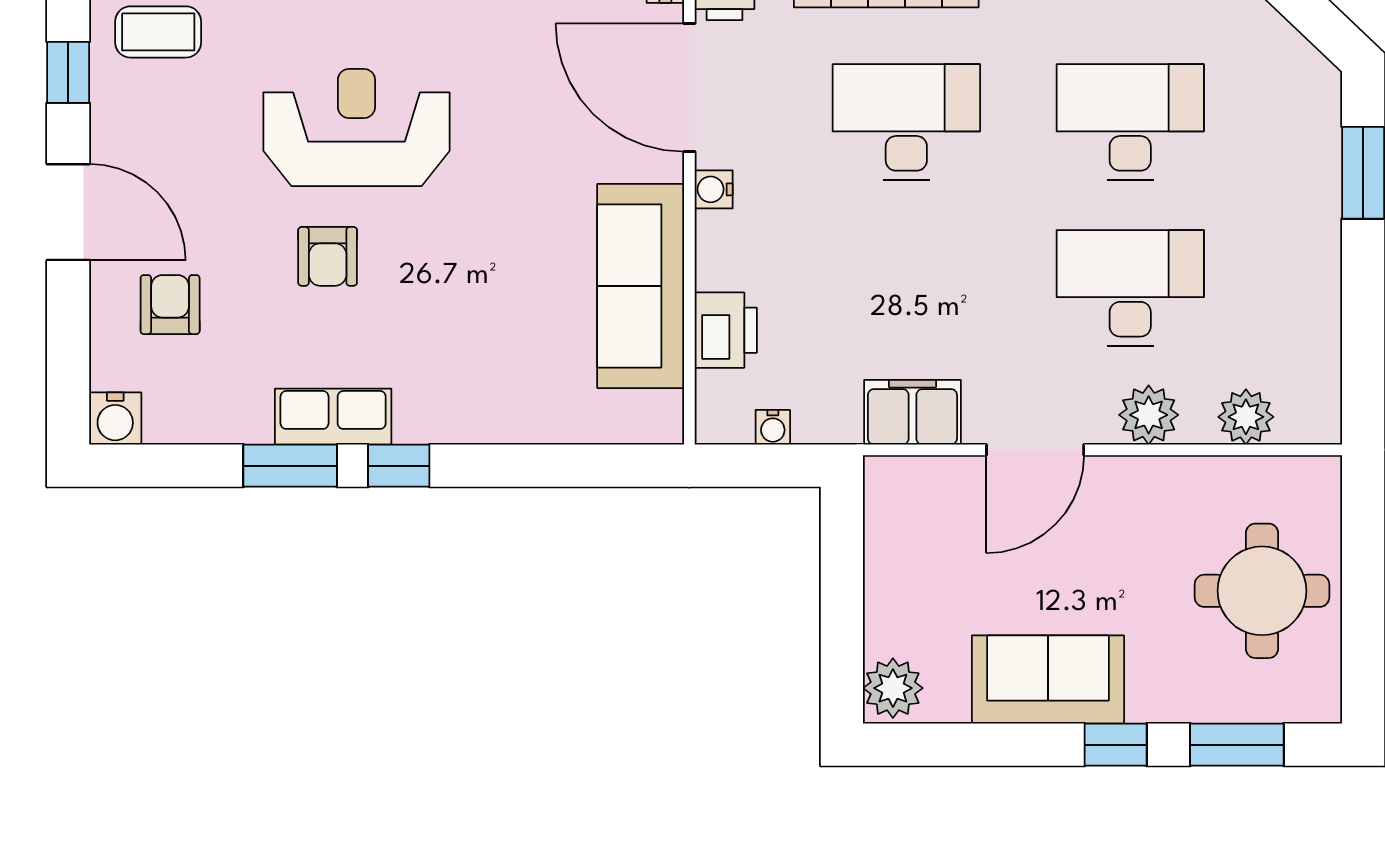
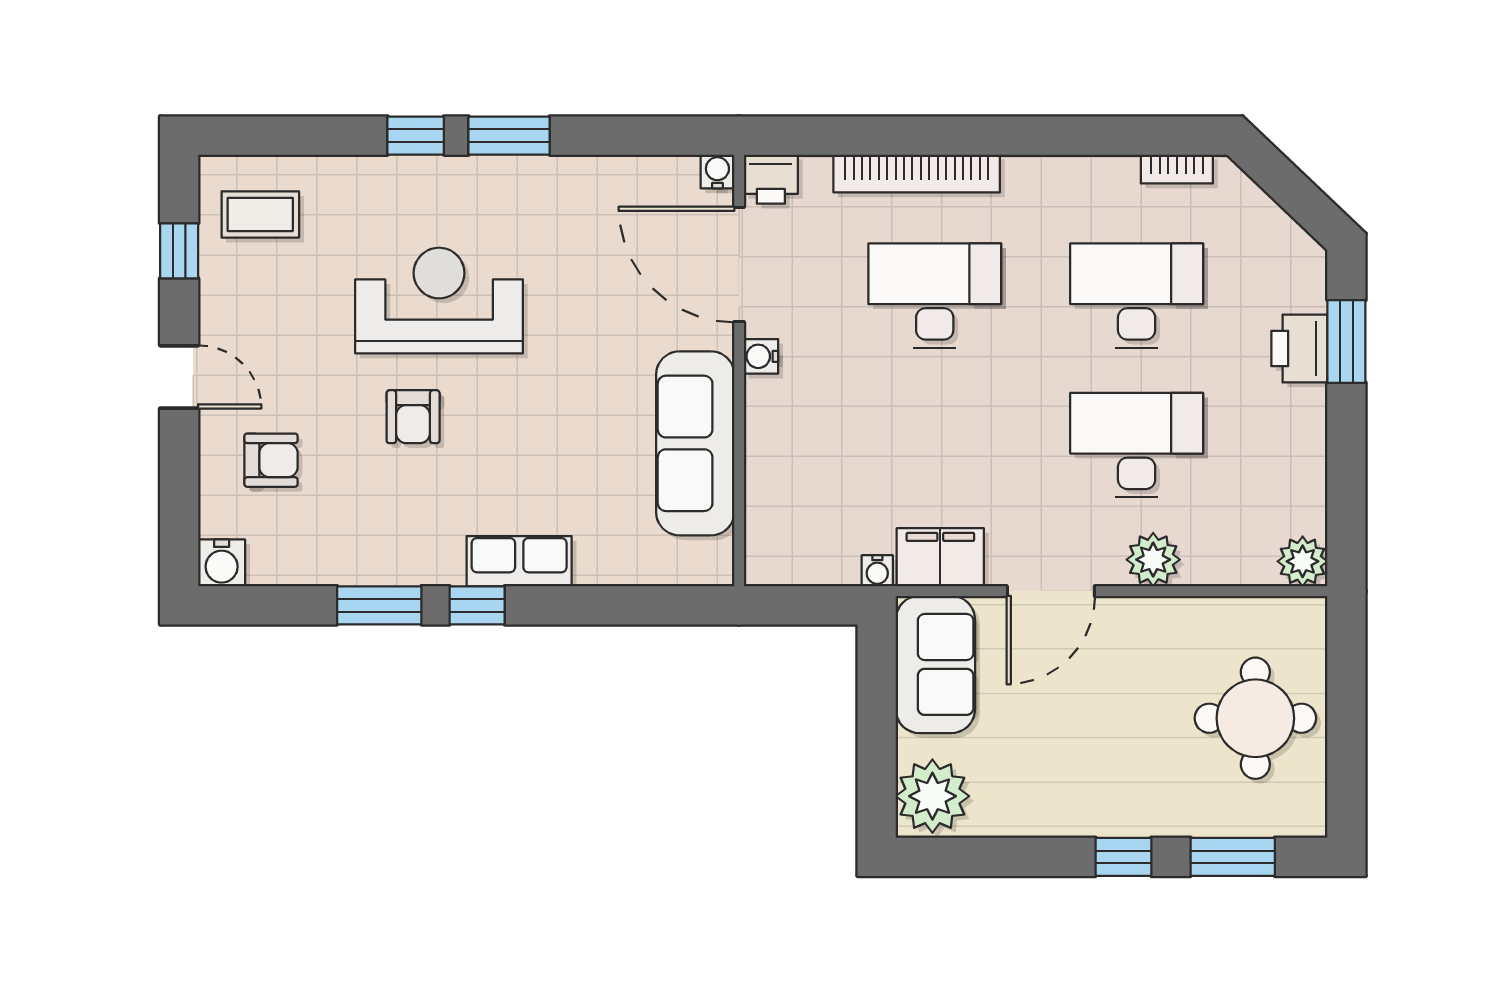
door: (68, 212) -> (179, 377), width x0.73
armchair: (170, 305) -> (271, 460), turned 90
printer: (726, 330) -> (1299, 348), moved, turned 180
row of seats: (333, 417) -> (519, 561), moved
plant: (1246, 417) -> (1303, 561), moved
water cooler: (773, 427) -> (877, 571), moved
sofa: (1048, 680) -> (935, 664), moved, turned 90
plant: (893, 688) -> (932, 796), width x1.36, depth x1.36

